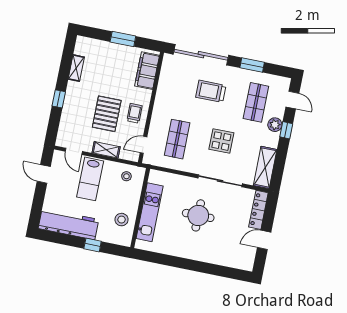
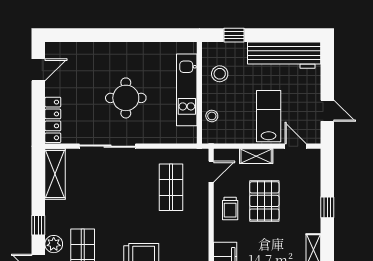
plant: (275, 125) -> (54, 244), moved
display table: (221, 141) -> (116, 196), removed
stool: (126, 176) -> (212, 116), moved
door: (264, 240) -> (38, 70), moved
window: (93, 245) -> (234, 35), moved

